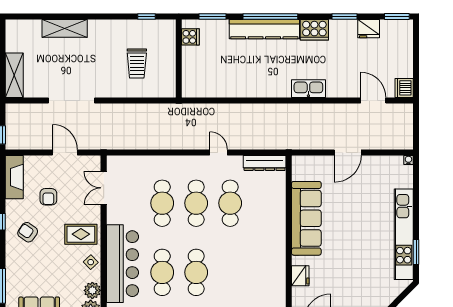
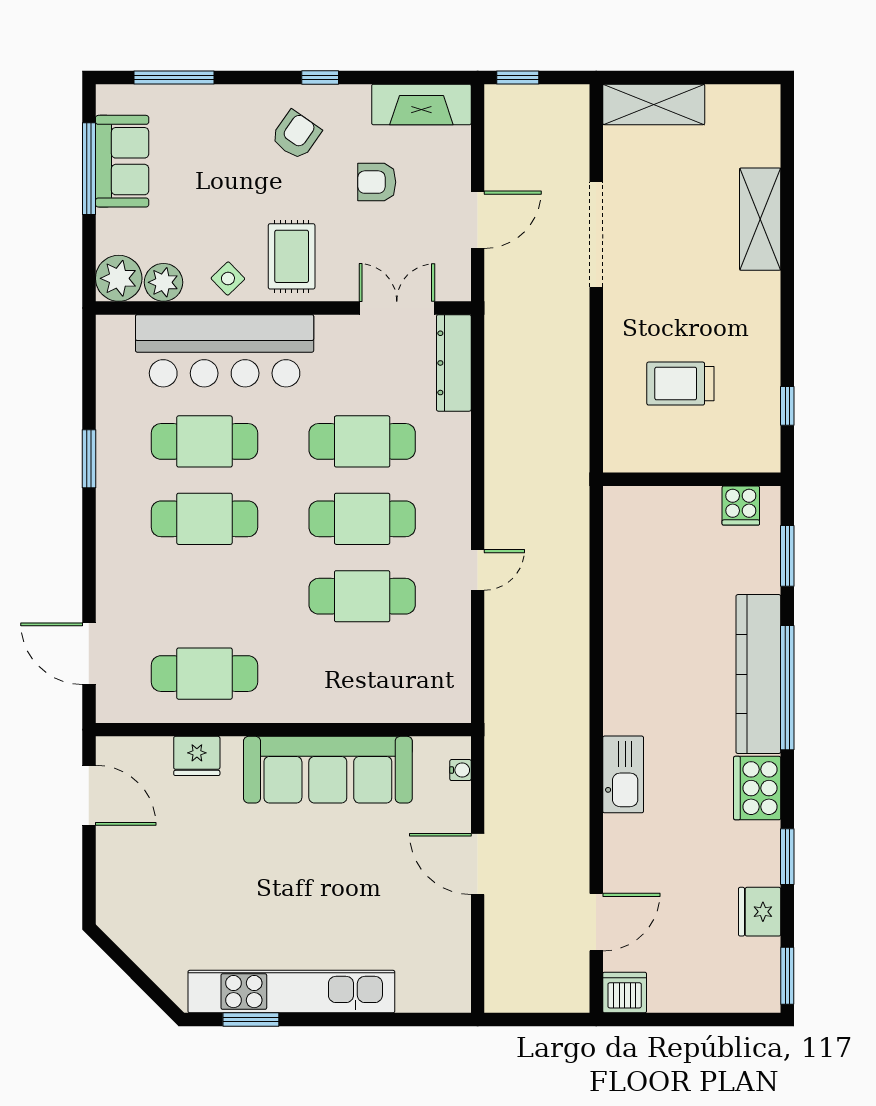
water cooler: (408, 160) -> (460, 770), moved
dresser: (265, 163) -> (454, 363), moved
cafe table: (264, 272) -> (204, 674), added

